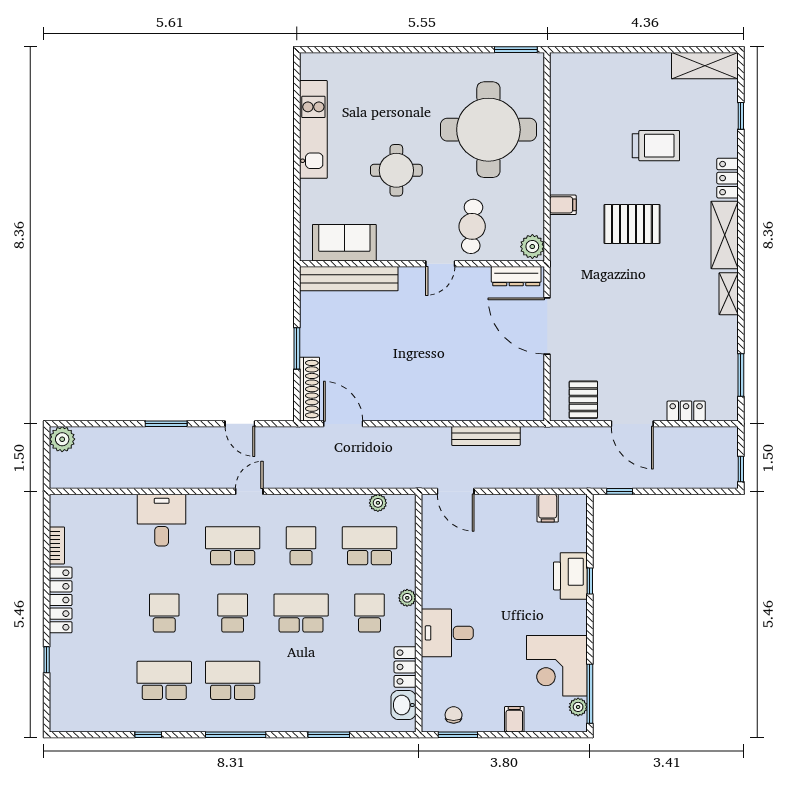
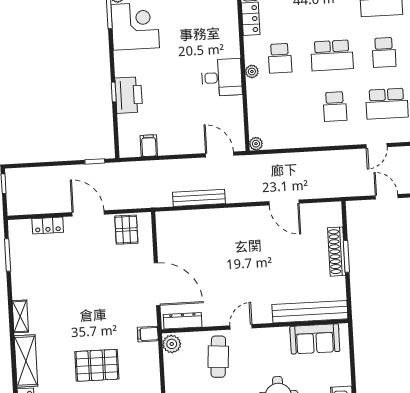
filing cabinet: (563, 205) -> (148, 334), moved
shoe rack: (309, 389) -> (337, 252), moved
door: (343, 424) -> (284, 202), moved
plant: (378, 503) -> (256, 144), moved
school desk: (369, 546) -> (283, 109), removed
desk: (447, 633) -> (222, 78), moved

